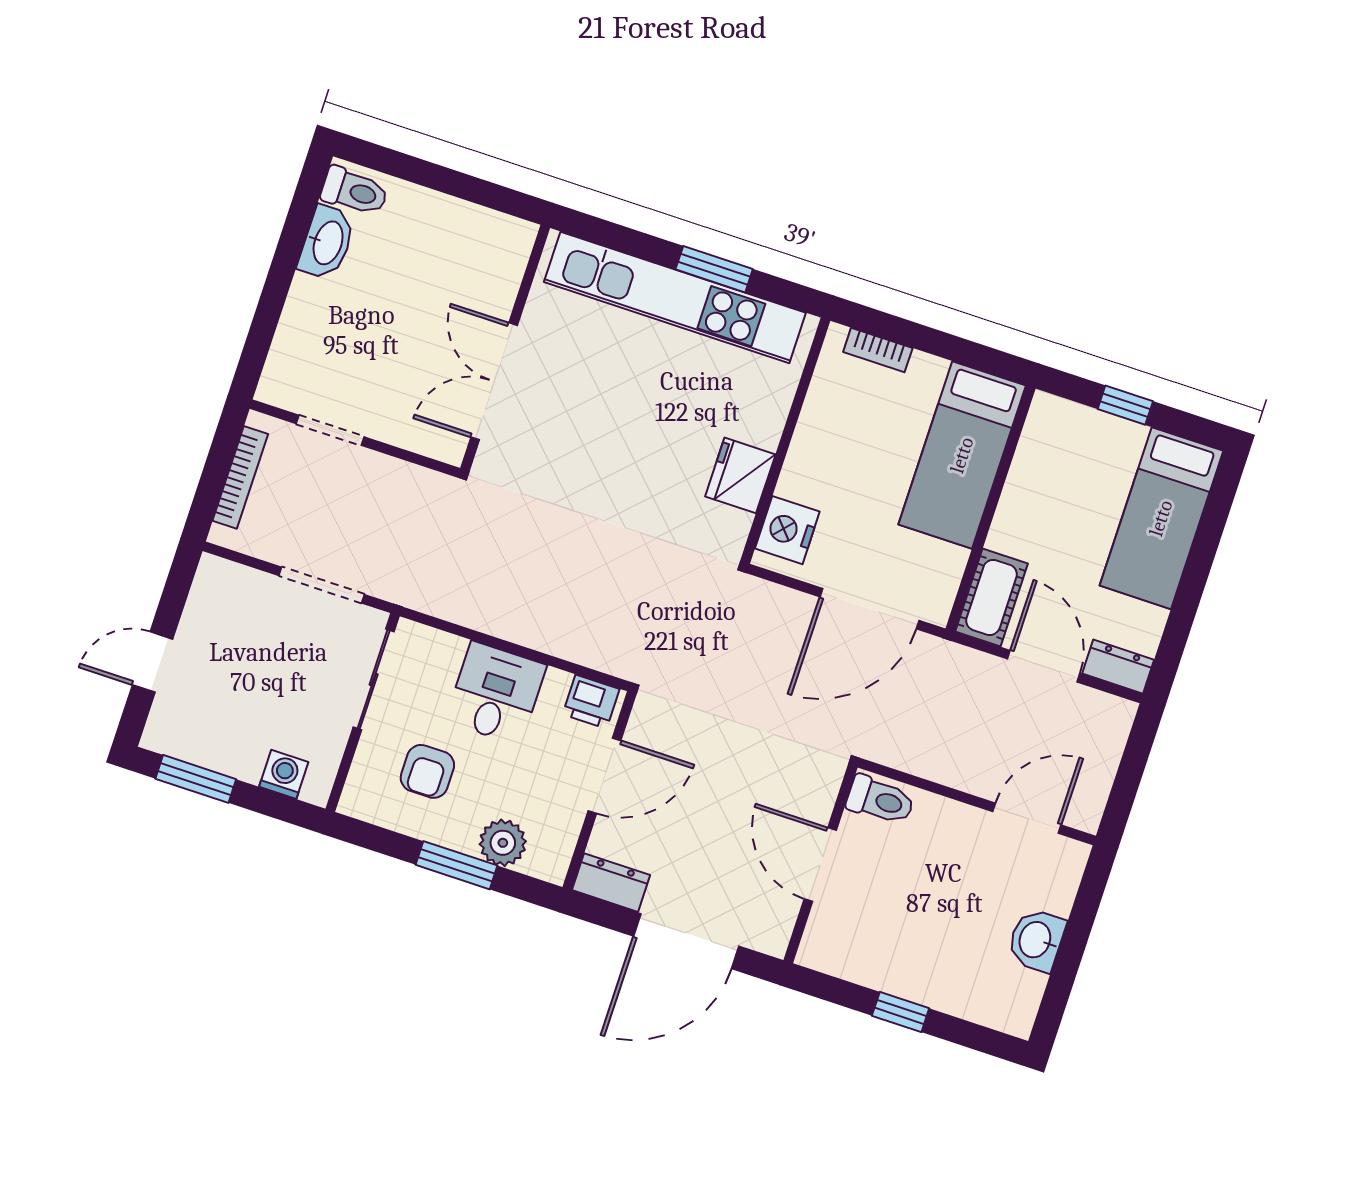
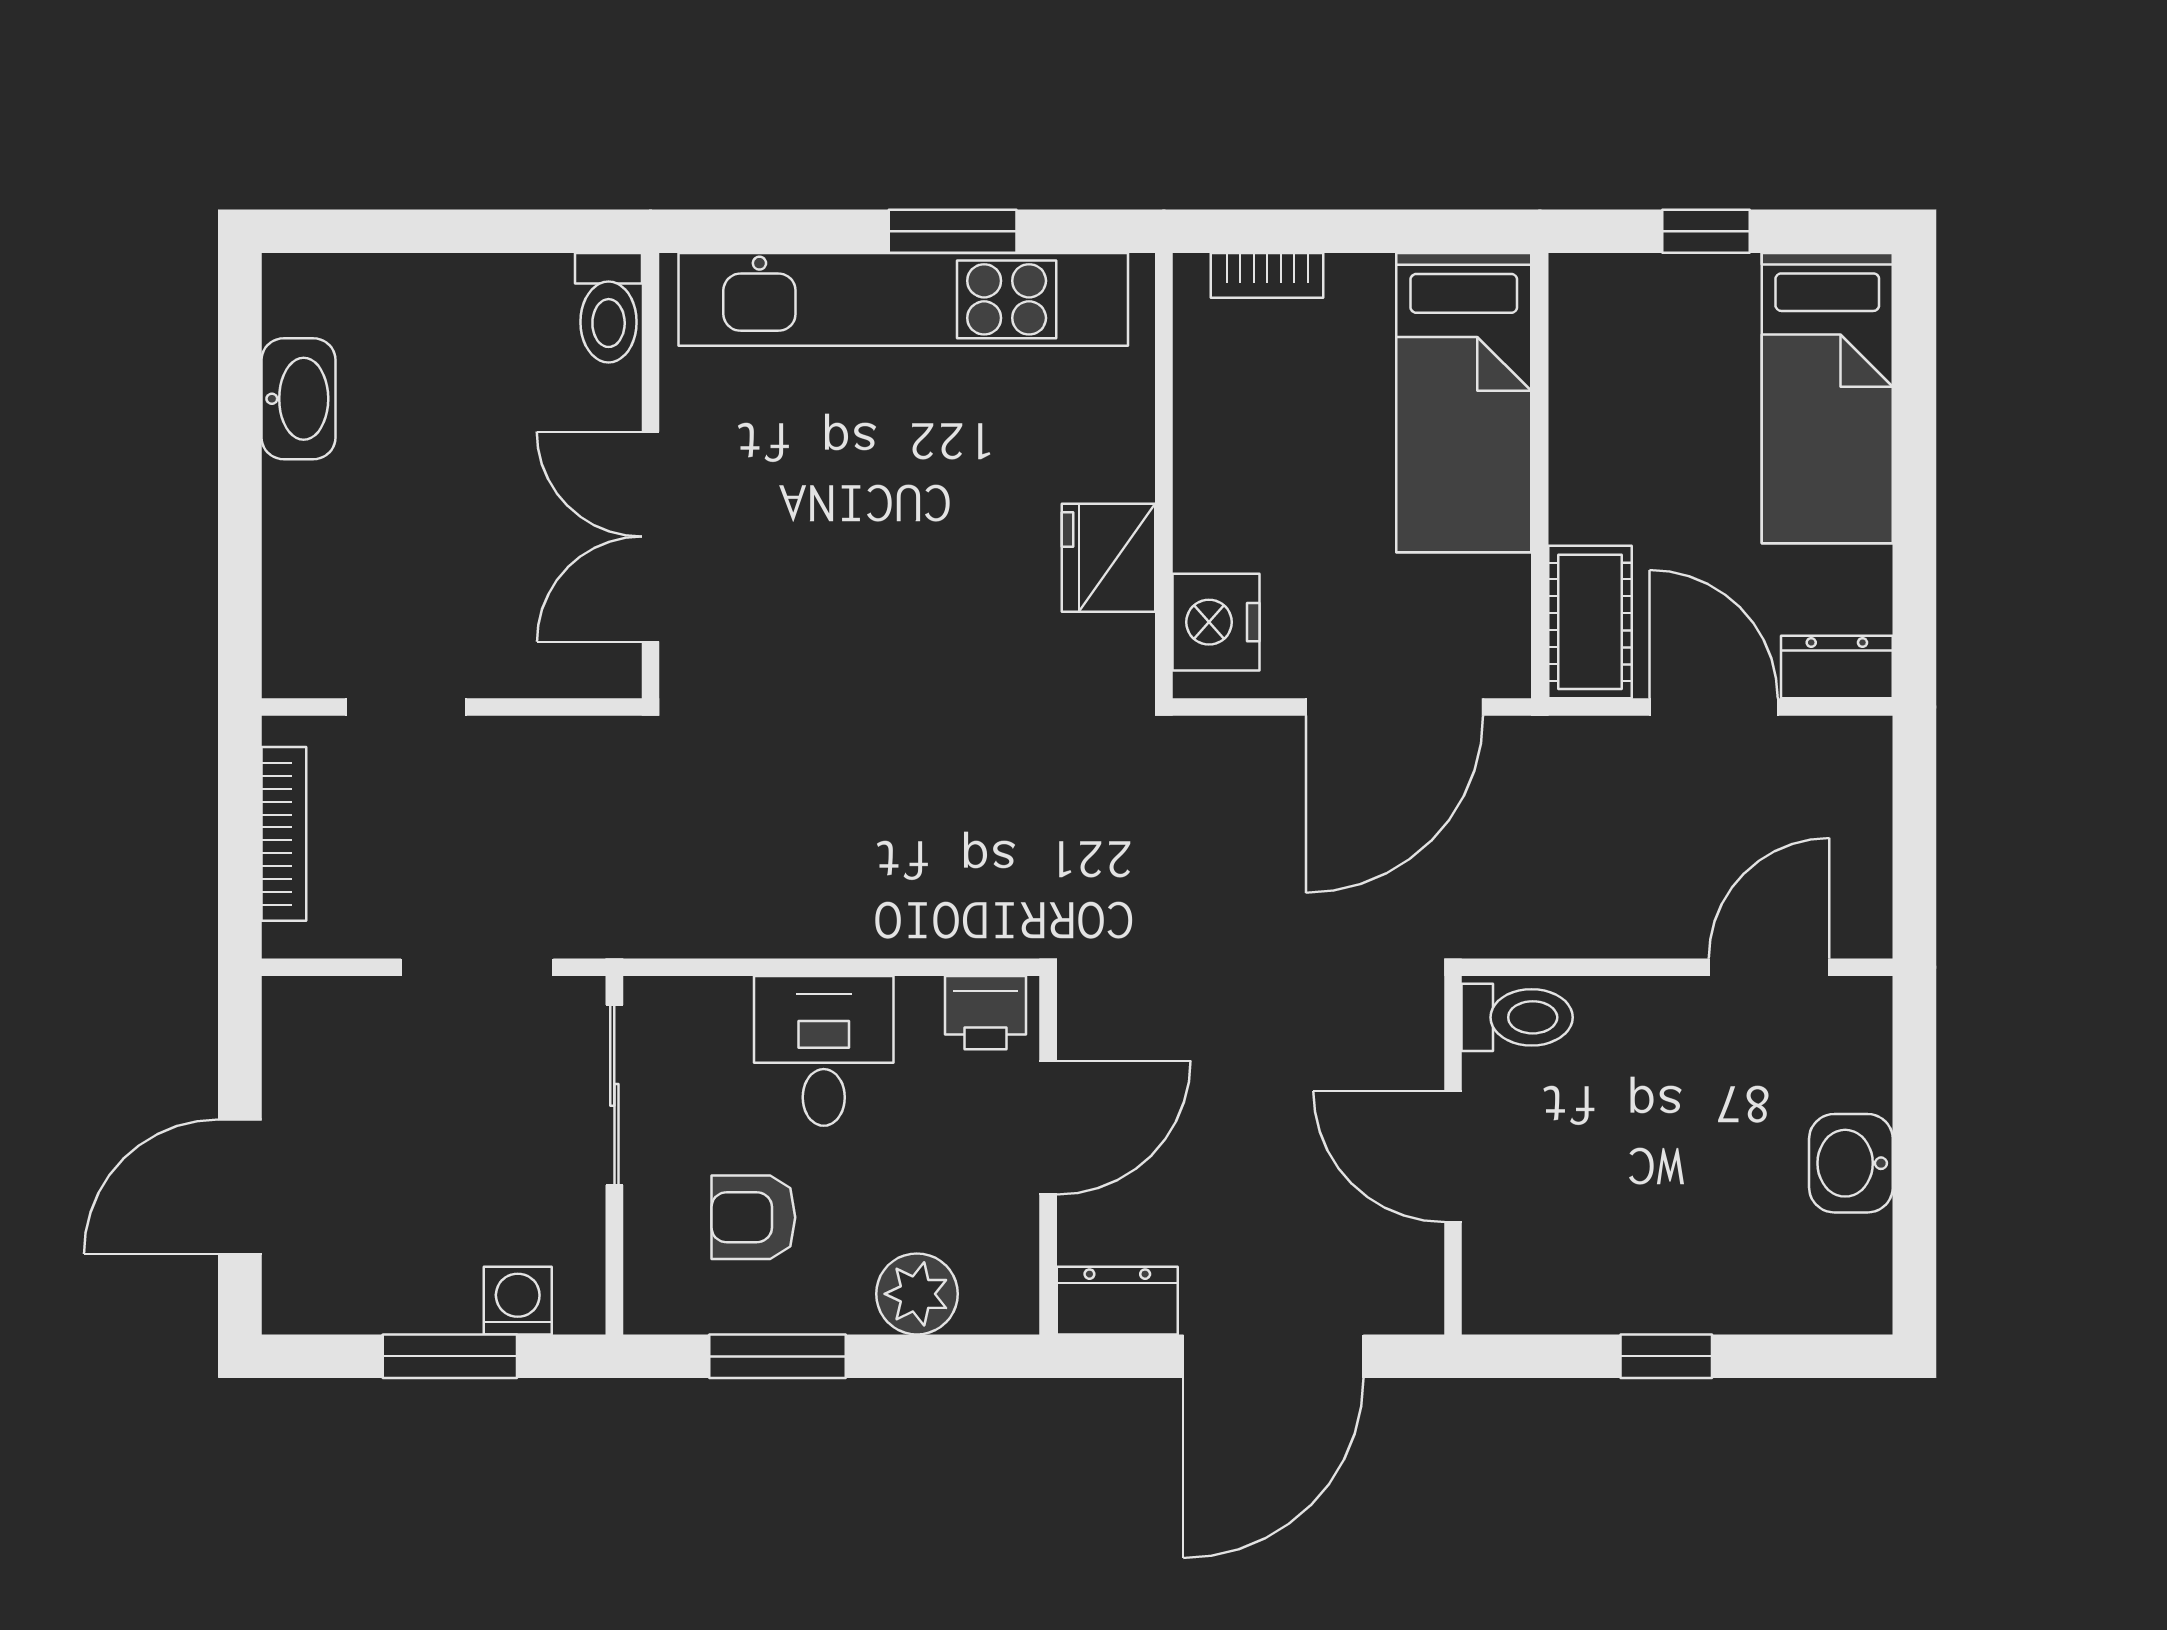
toilet: (355, 191) -> (609, 308), moved, turned 90
door: (153, 662) -> (240, 1187), width x1.38
armchair: (427, 771) -> (753, 1217), turned 90
window: (196, 779) -> (450, 1356), moved
window: (457, 865) -> (777, 1356), moved

